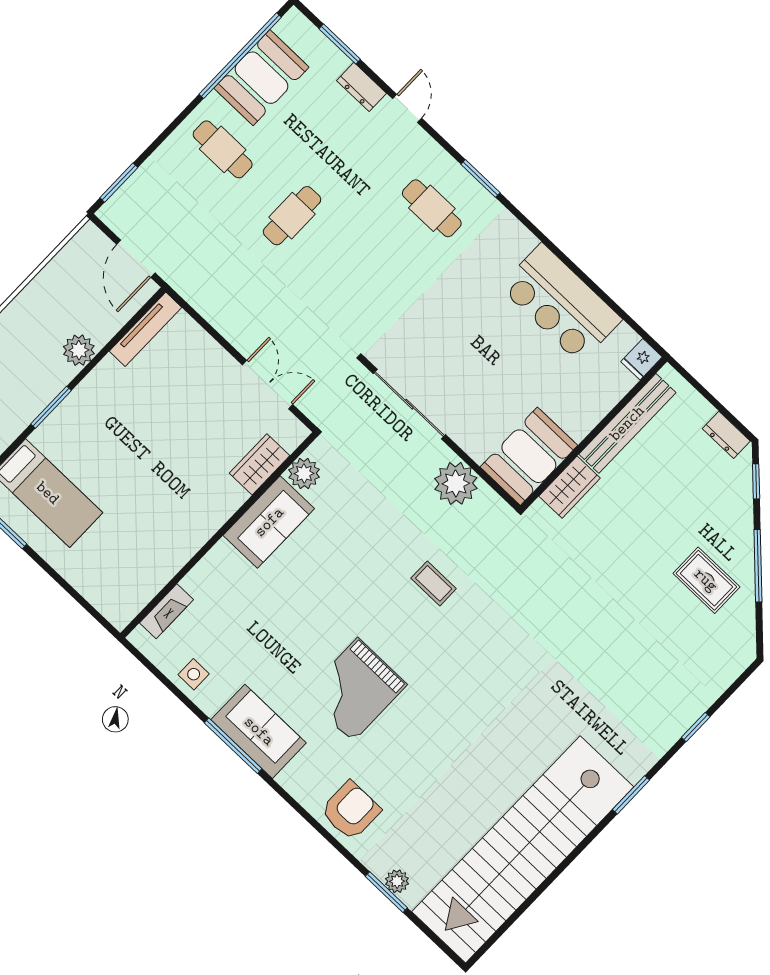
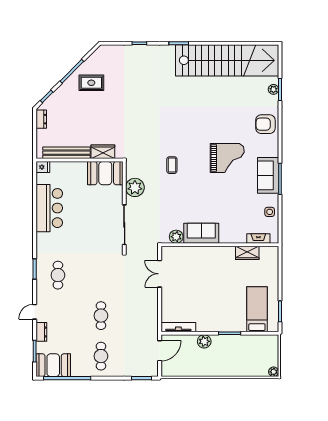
booth: (261, 78) -> (53, 365), moved
cafe table: (292, 216) -> (101, 316), turned 90
wardrobe: (260, 464) -> (247, 253), moved
rug: (706, 580) -> (91, 83), turned 90

